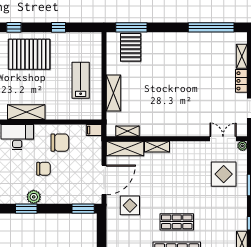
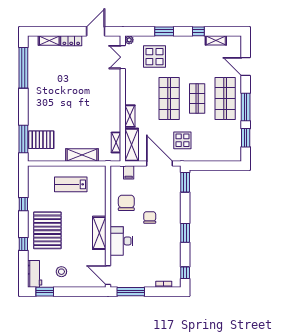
filing cabinet: (94, 130) -> (129, 172), moved
shop shelf: (177, 190) -> (169, 99), added
plant: (34, 197) -> (175, 226), removed

